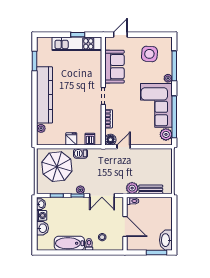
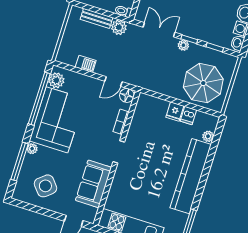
side table: (149, 54) -> (45, 186), turned 45
dishwasher: (90, 139) -> (188, 116), moved
barbecue: (80, 153) -> (86, 64), moved

